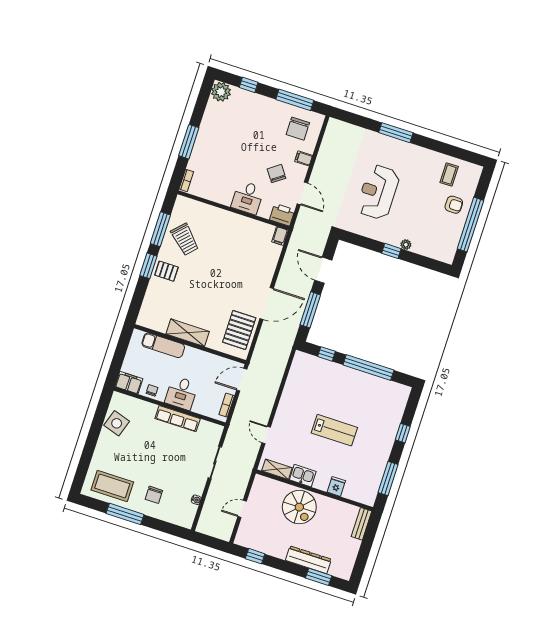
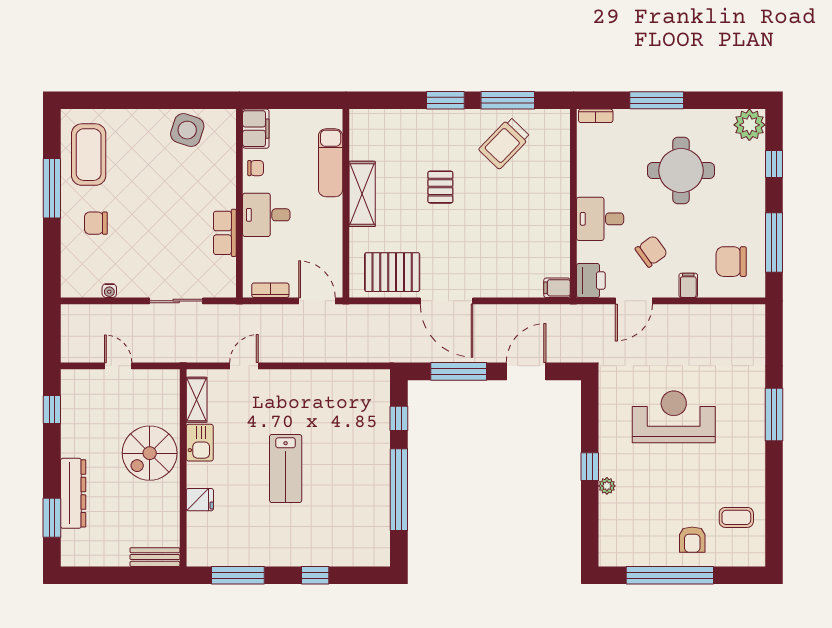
round table: (235, 141) -> (681, 171), added
pallet: (166, 271) -> (440, 187), moved
row of seats: (178, 419) -> (225, 233), width x0.68

